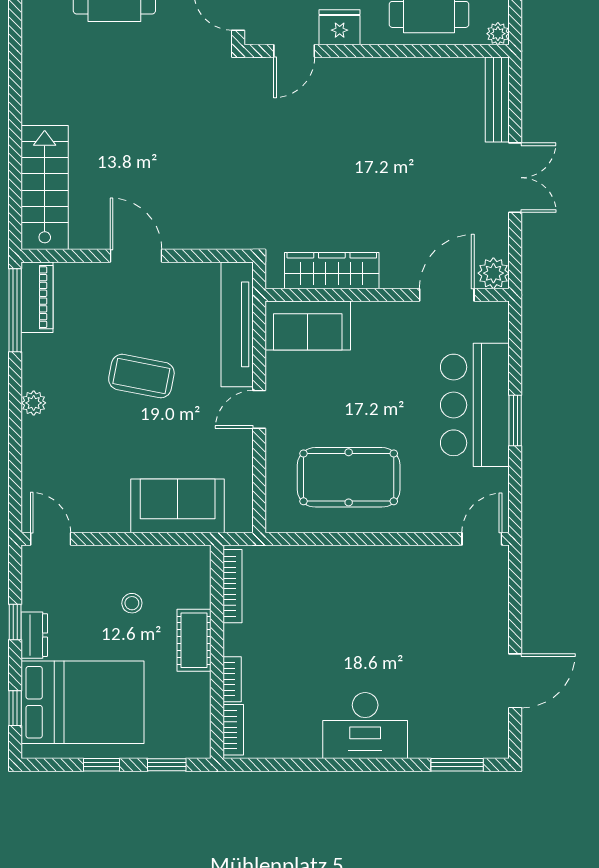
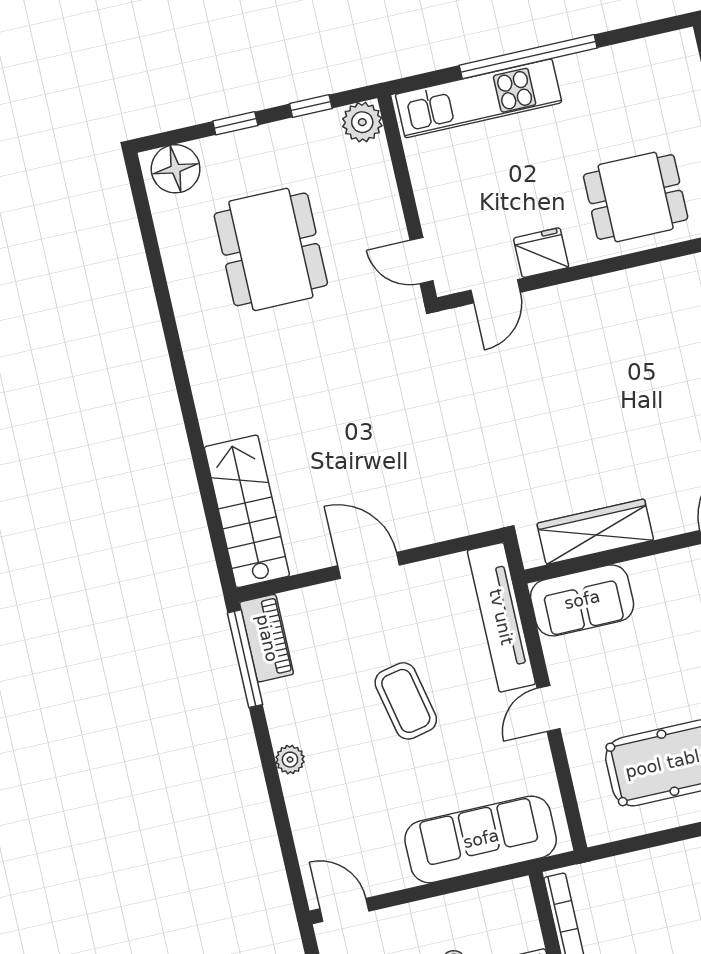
coffee table: (141, 376) -> (406, 701), turned 67
sofa: (178, 506) -> (481, 839), width x1.36

